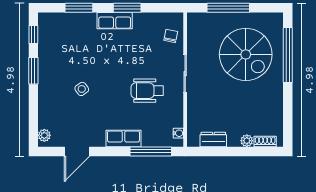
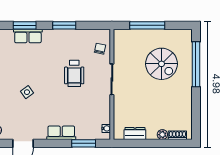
row of seats: (115, 21) -> (28, 36), moved
spiral stairs: (246, 54) -> (162, 64), width x0.73, depth x0.73
wheelchair: (147, 91) -> (74, 73), moved, turned -90
window: (151, 151) -> (84, 143), width x0.69

